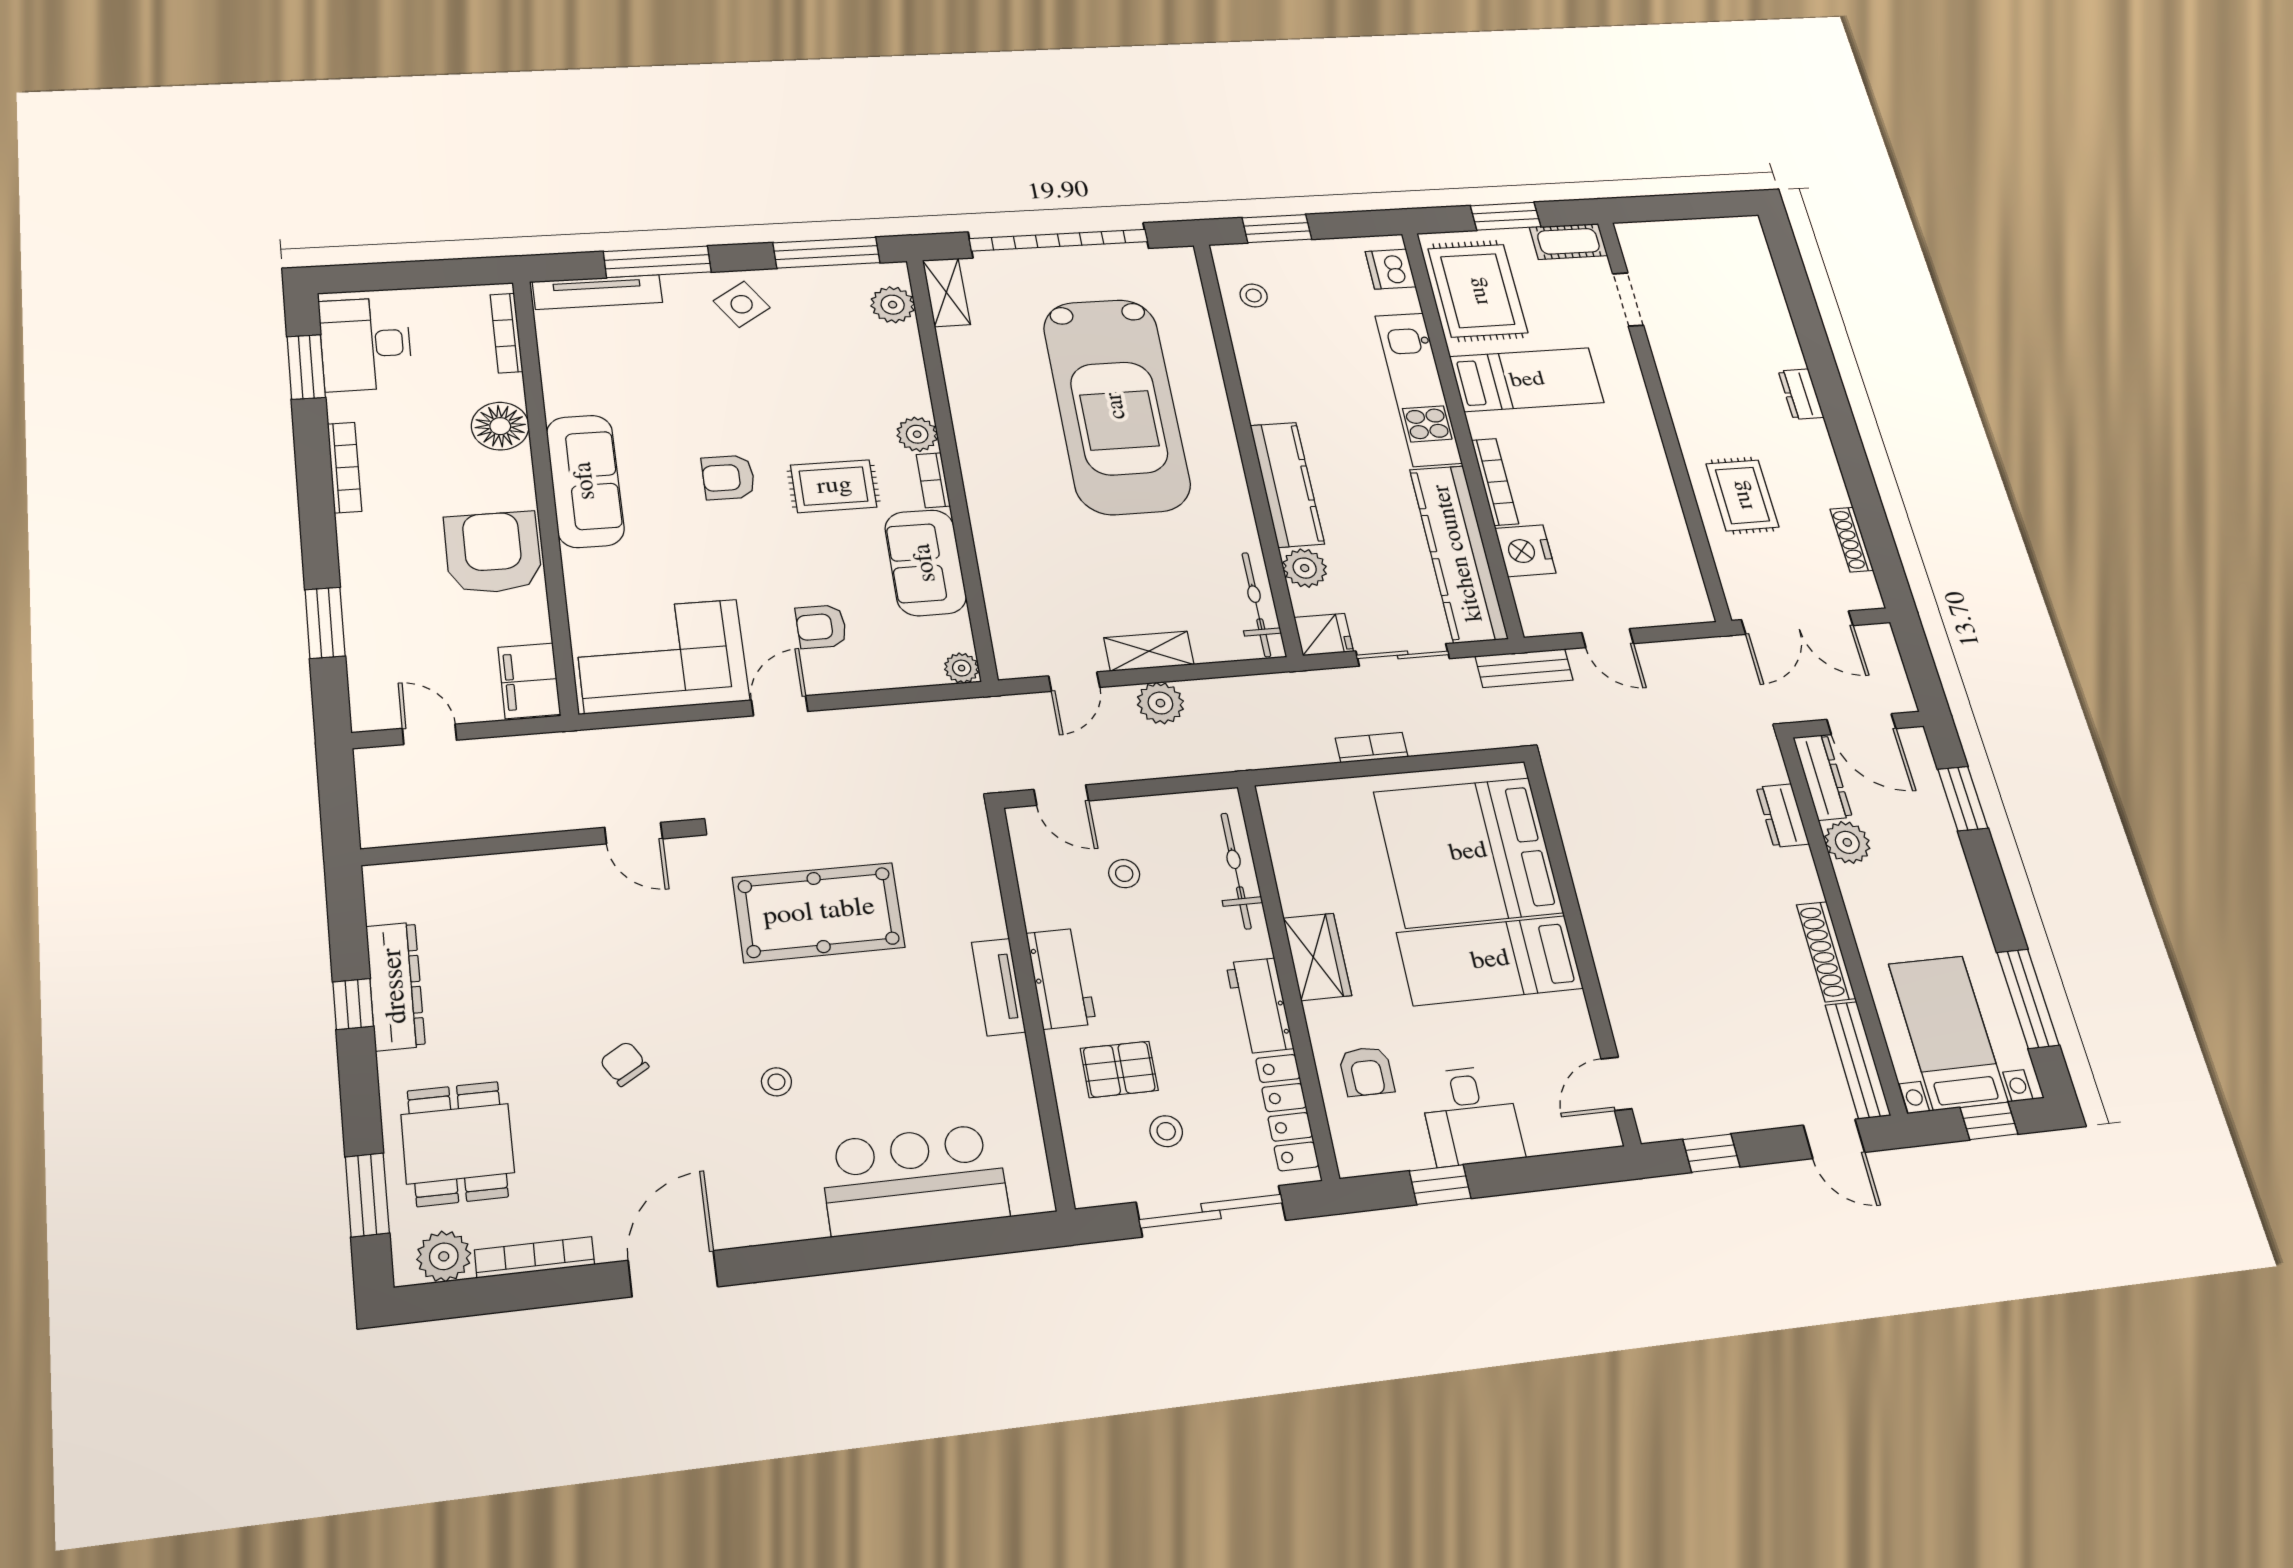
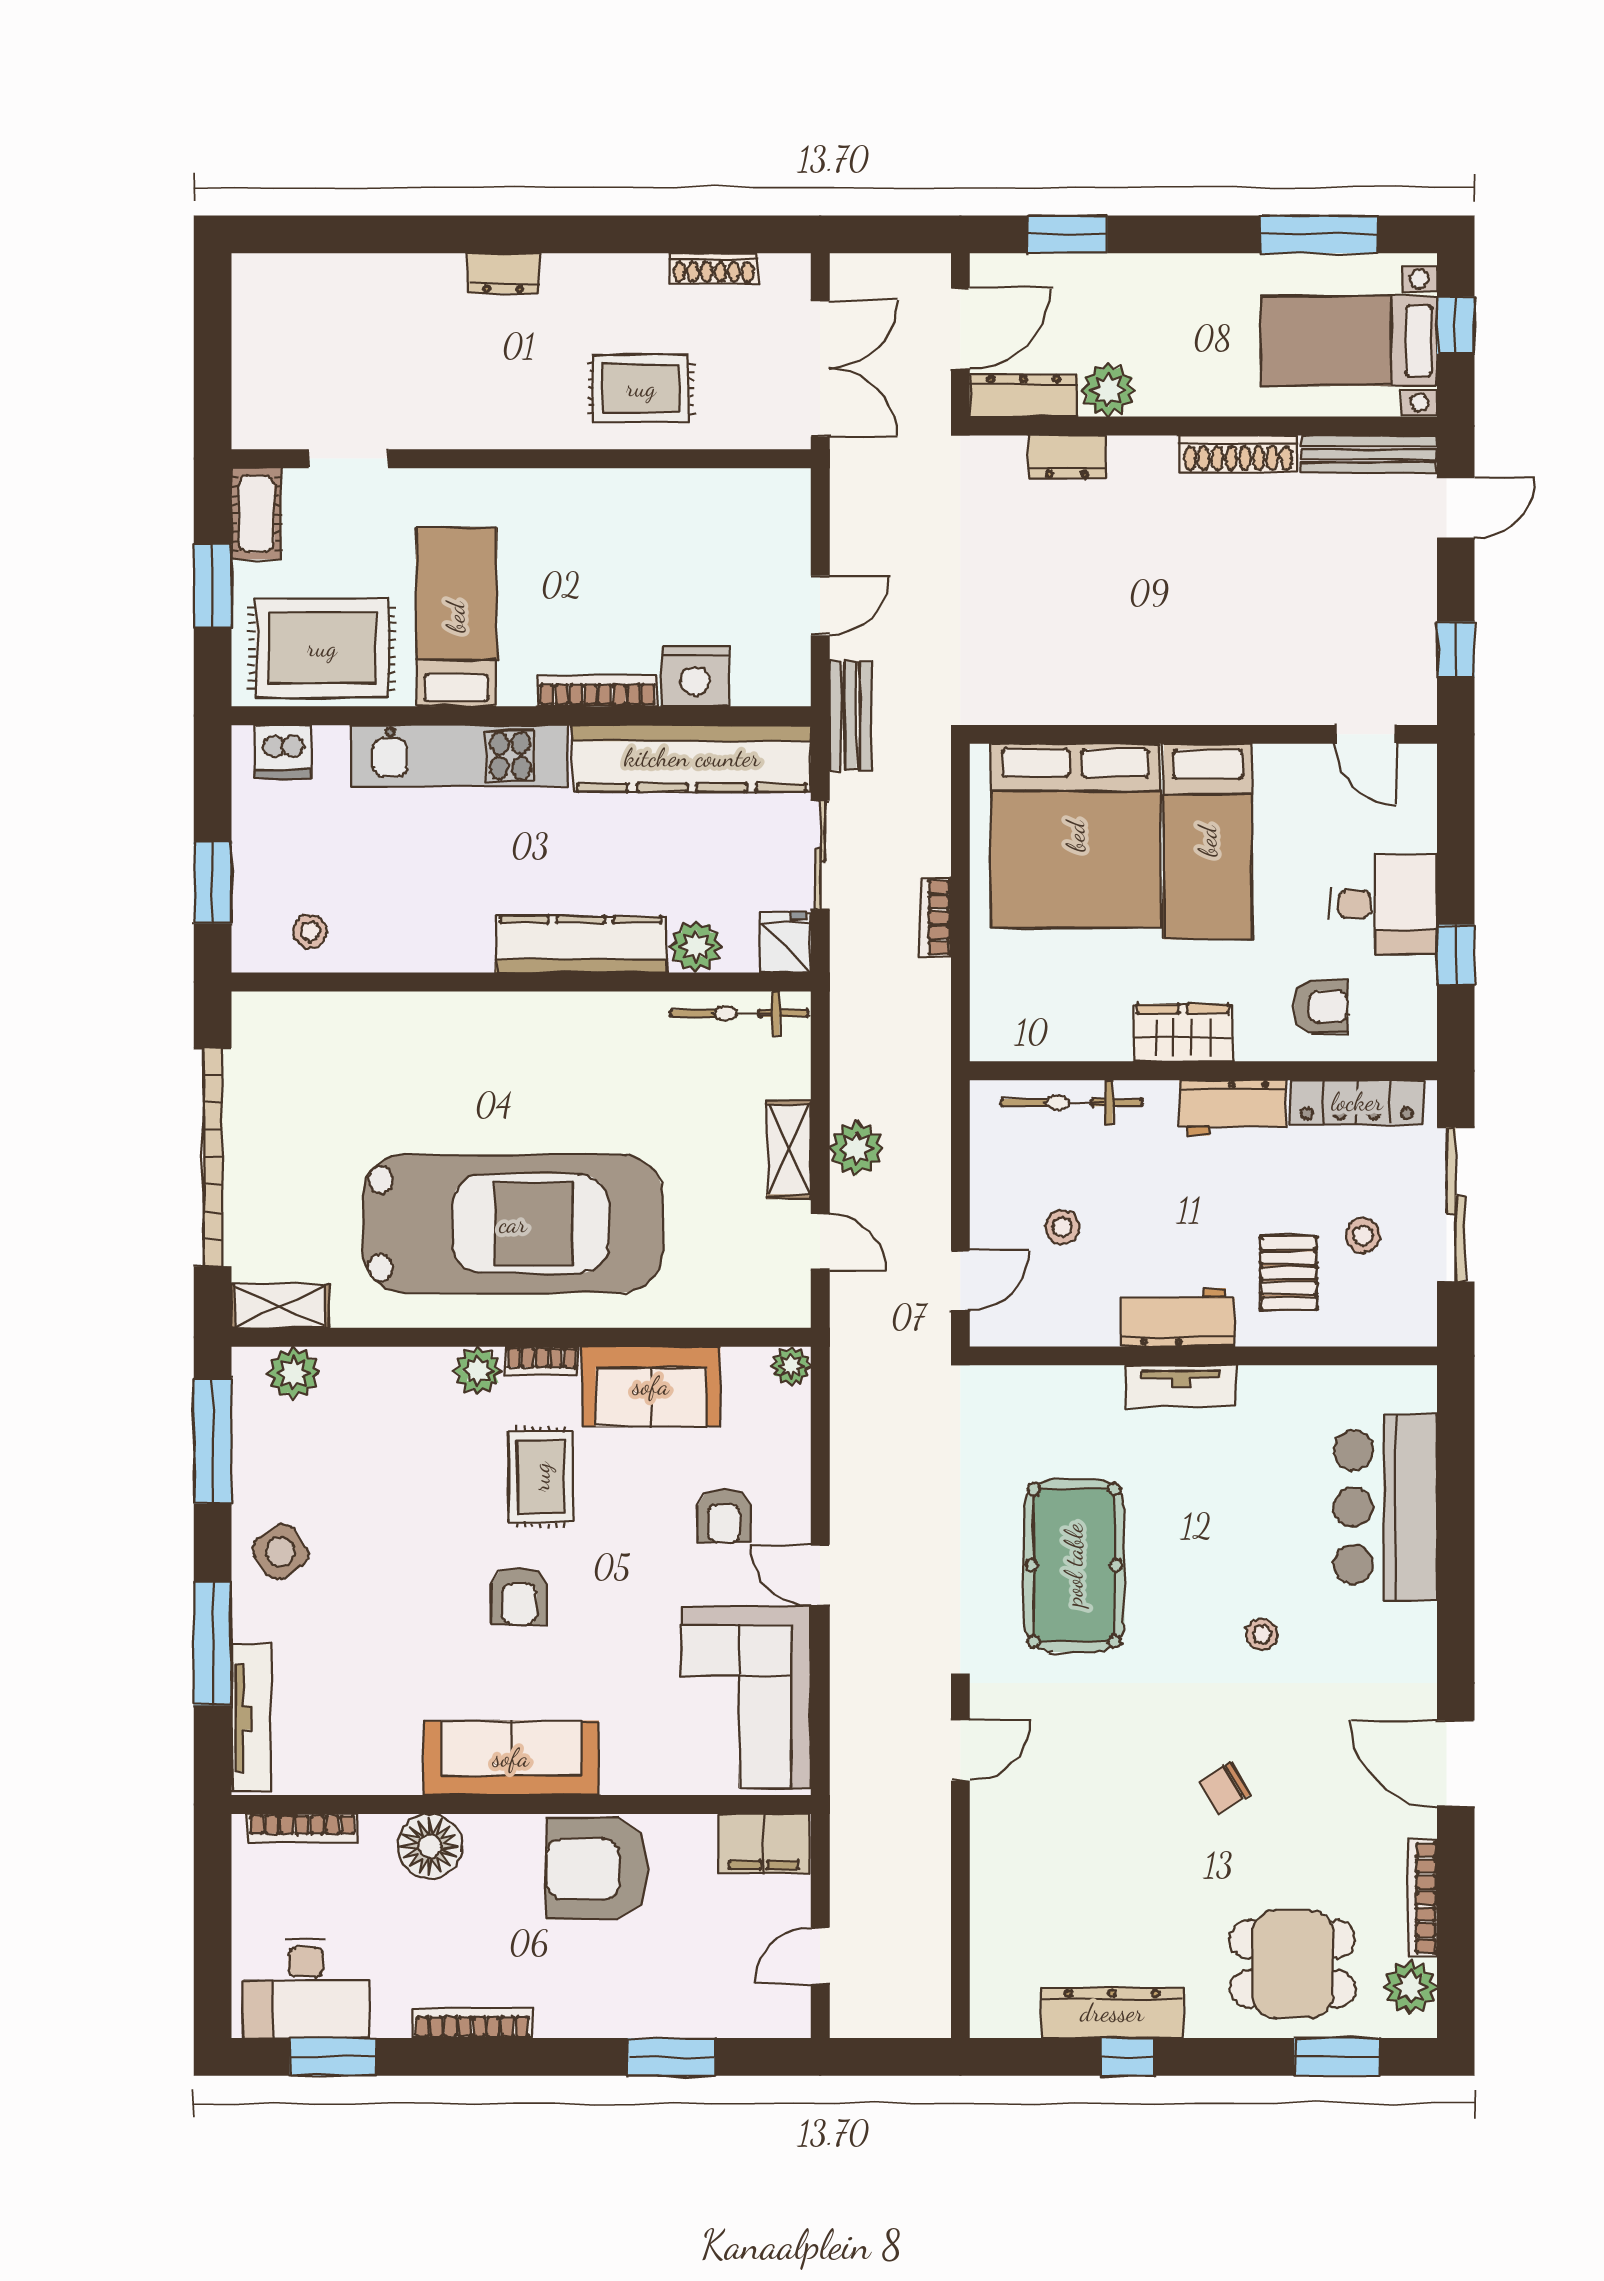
car: (1116, 406) -> (513, 1224), moved

